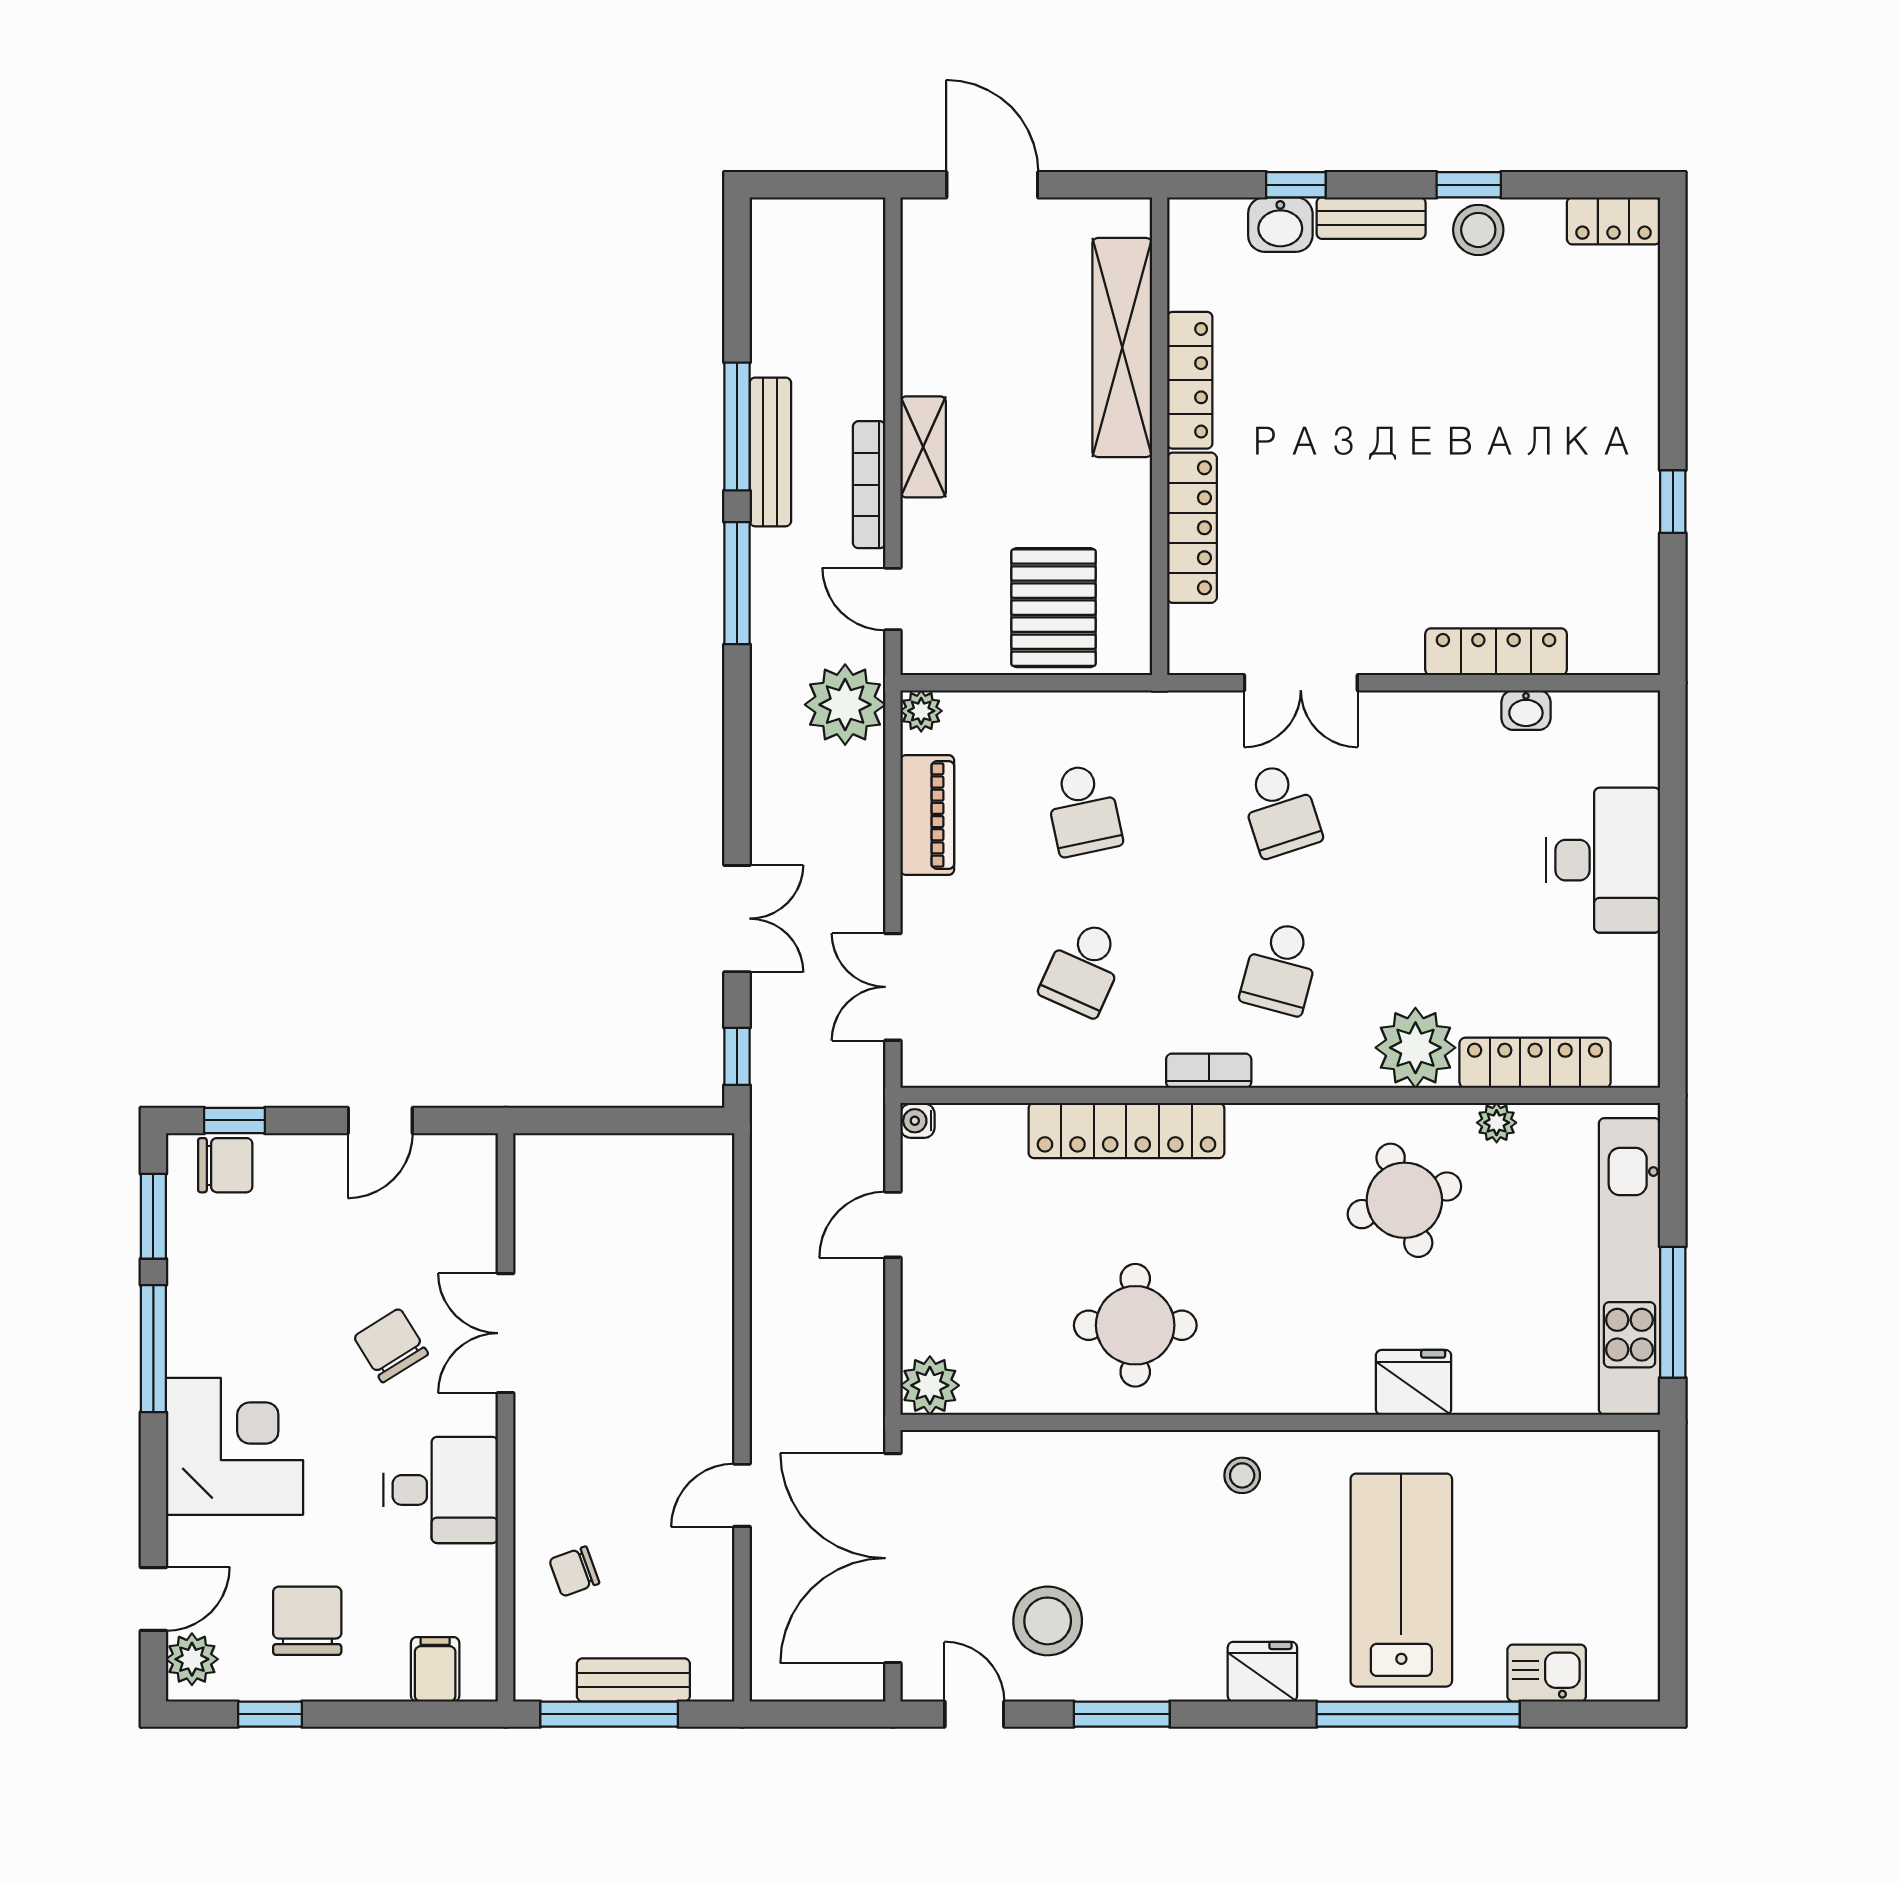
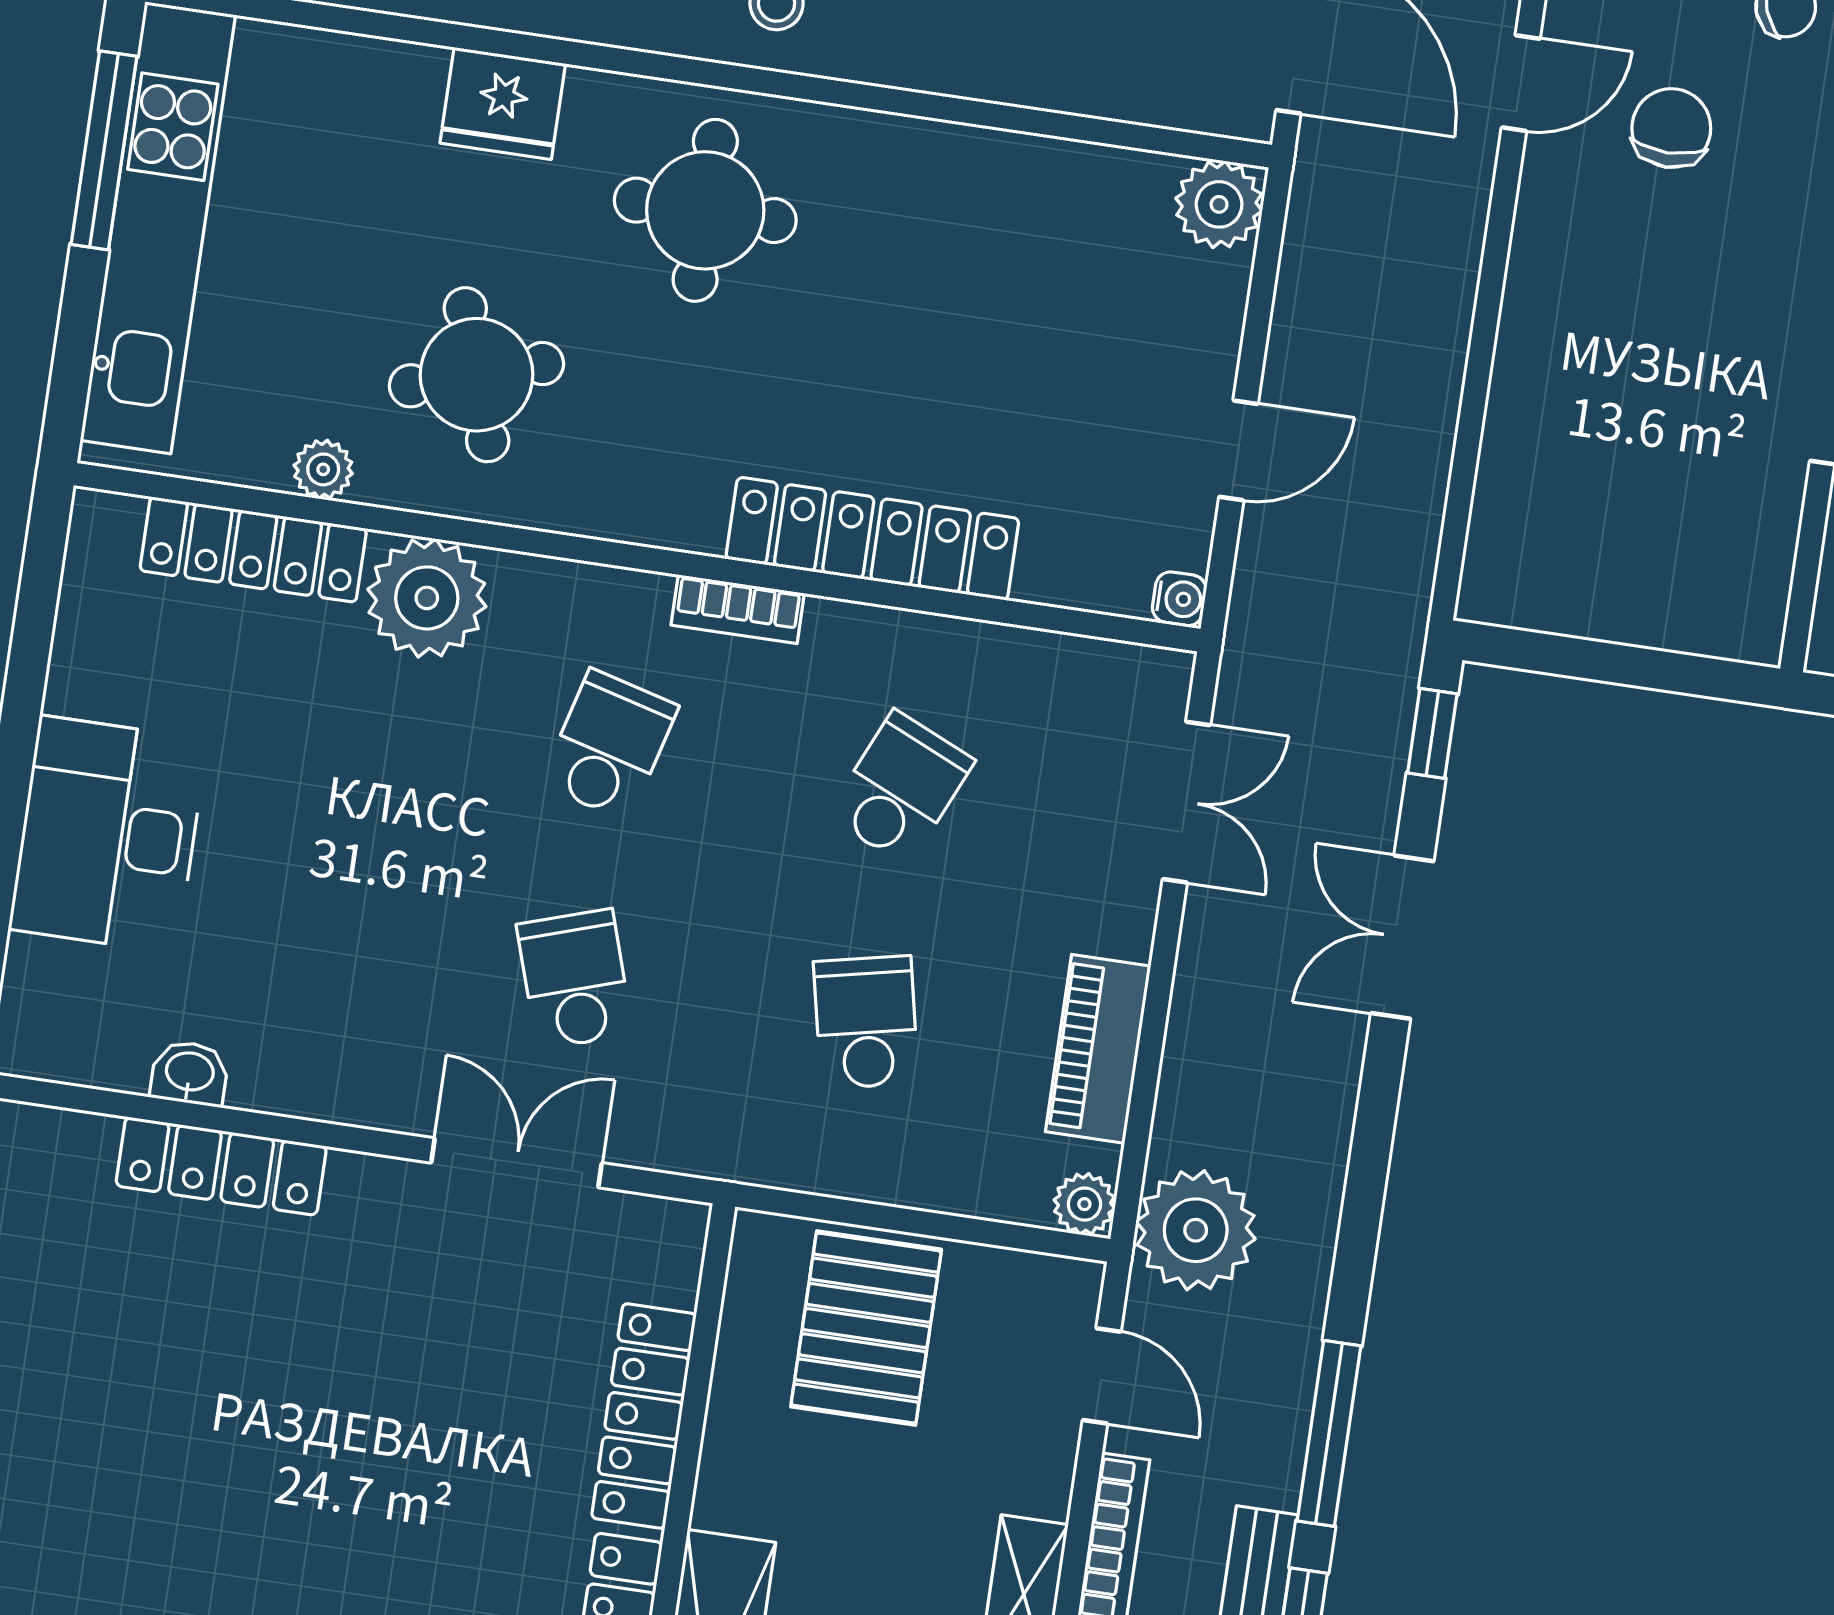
round table: (1135, 1325) -> (705, 210), moved
chair: (638, 1480) -> (1671, 128), added

